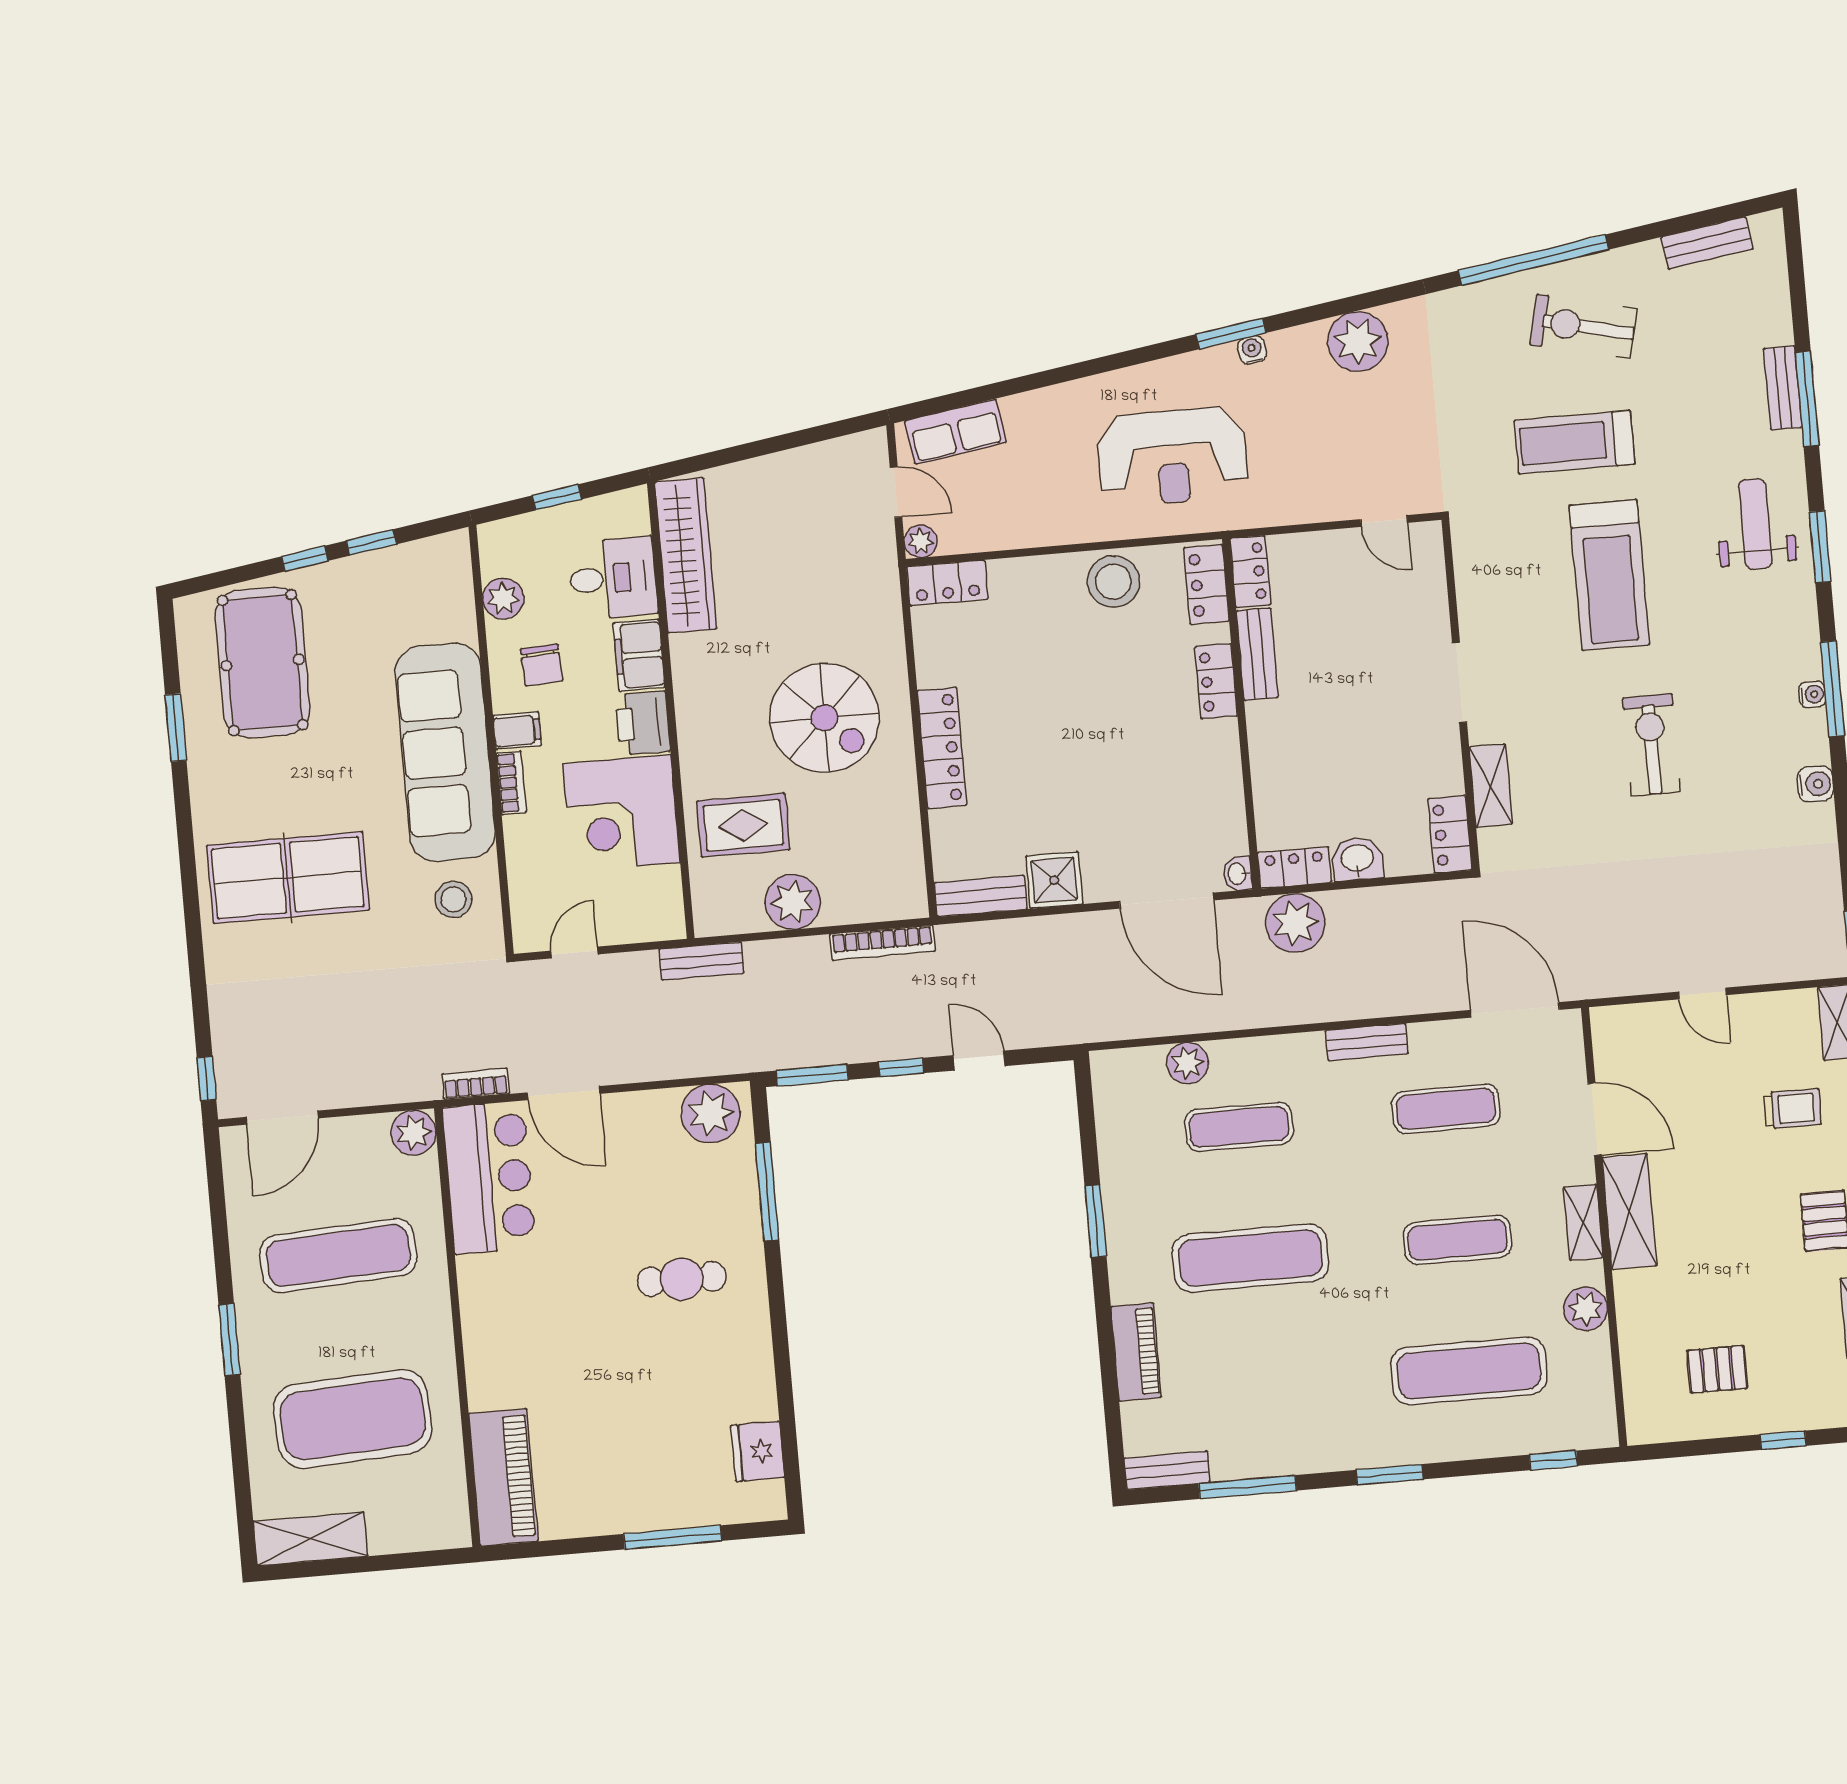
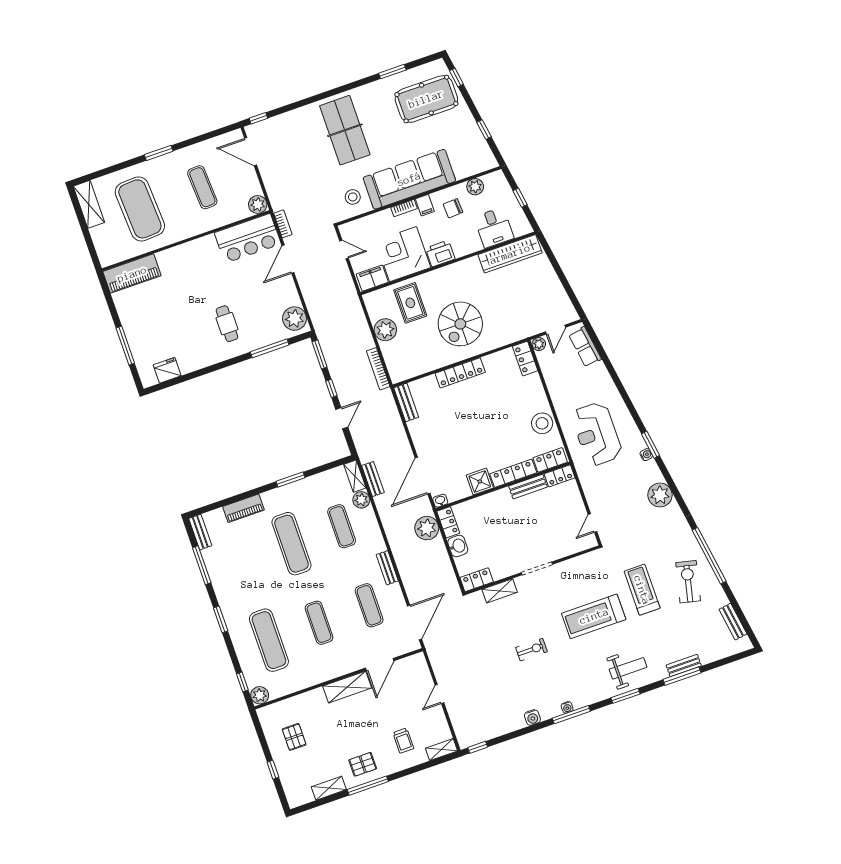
window: (305, 559) -> (456, 77), moved
filing cabinet: (639, 655) -> (372, 278), moved
locker: (1216, 681) -> (513, 473), width x1.53
exercise bike: (1651, 745) -> (531, 650), width x0.73, depth x0.72
shower: (1054, 880) -> (480, 481), moved
bench: (701, 961) -> (373, 479), moved
shelving: (1583, 1222) -> (355, 476), moved, turned 90
exercise mat: (338, 1255) -> (202, 187), width x0.73, depth x0.69
plant: (1586, 1309) -> (260, 695), moved

